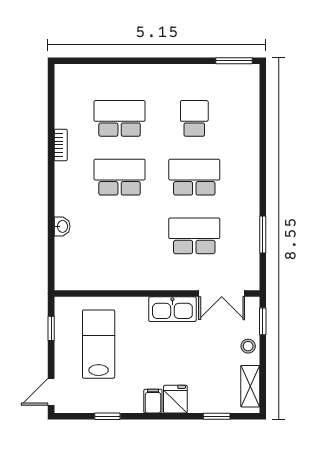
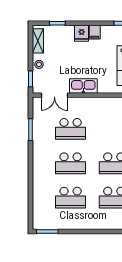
school desk: (194, 118) -> (71, 198), width x1.85
double door: (222, 294) -> (54, 95), swing flipped

